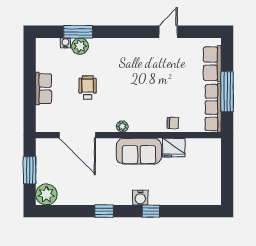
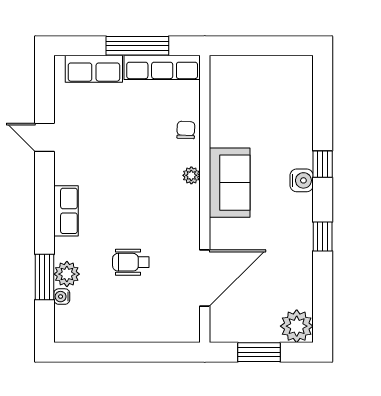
row of seats: (43, 89) -> (66, 211), moved, turned 90
plant: (122, 126) -> (191, 175), moved
fridge: (174, 148) -> (224, 129), removed

